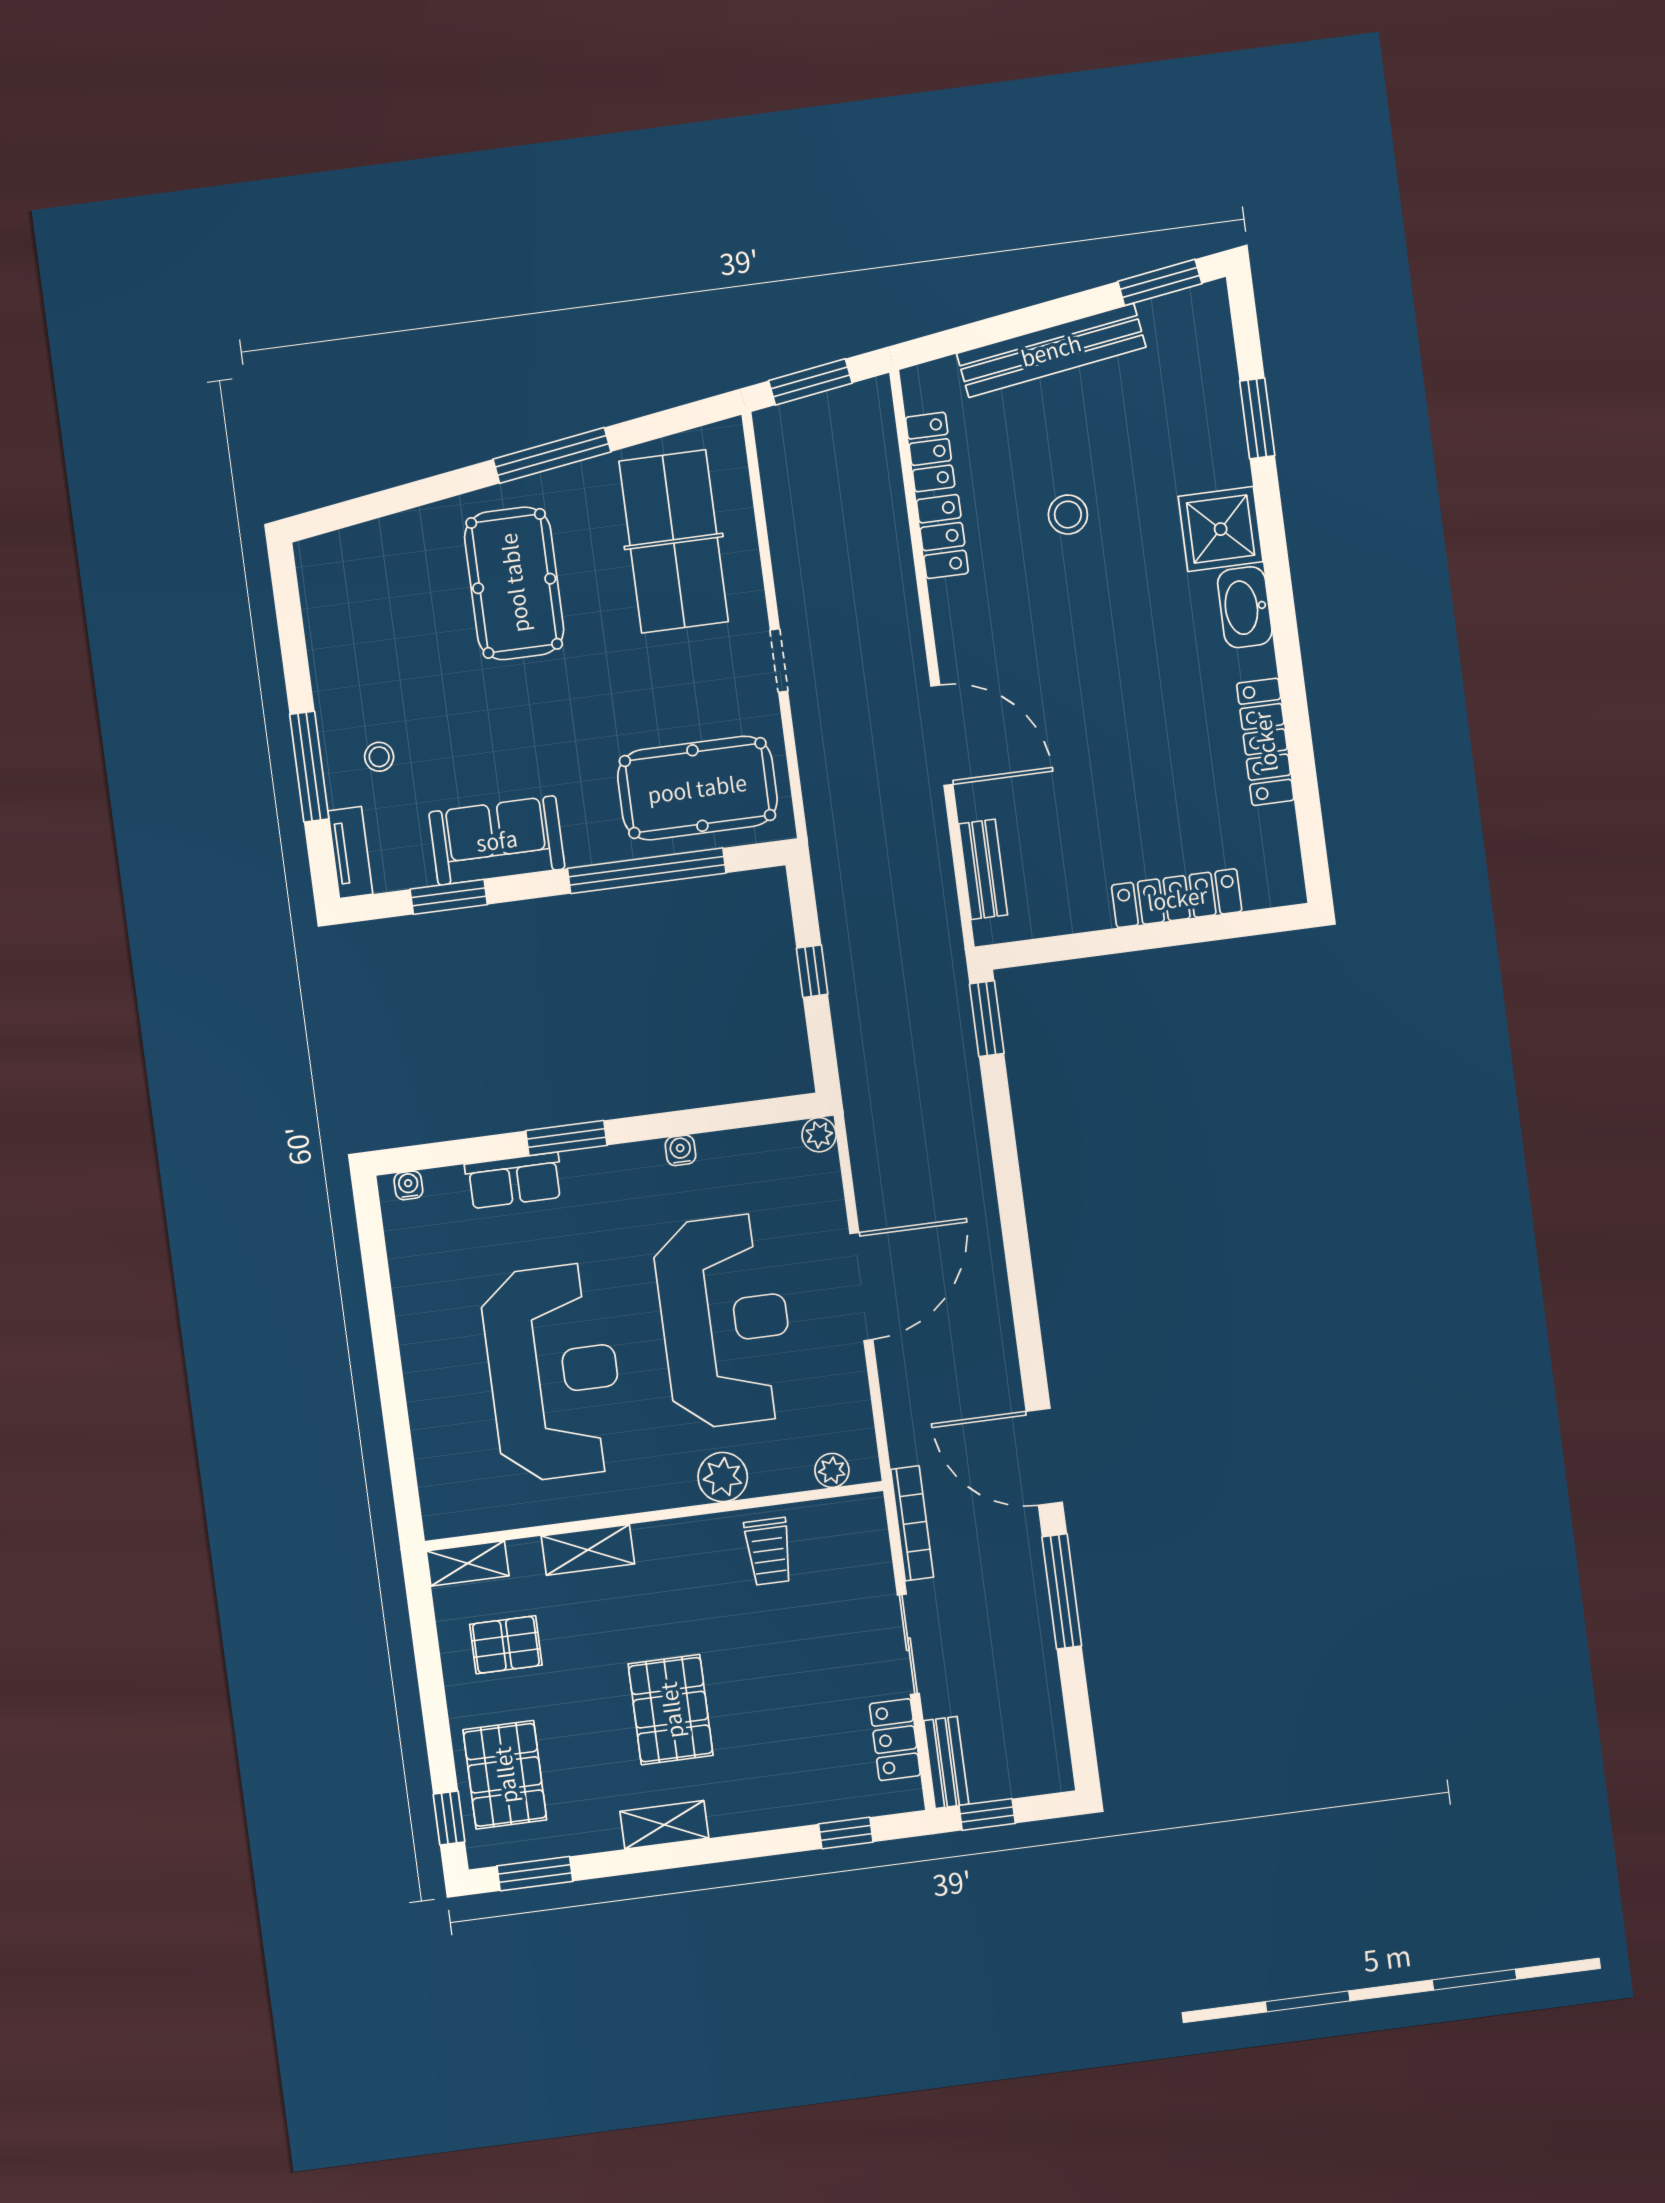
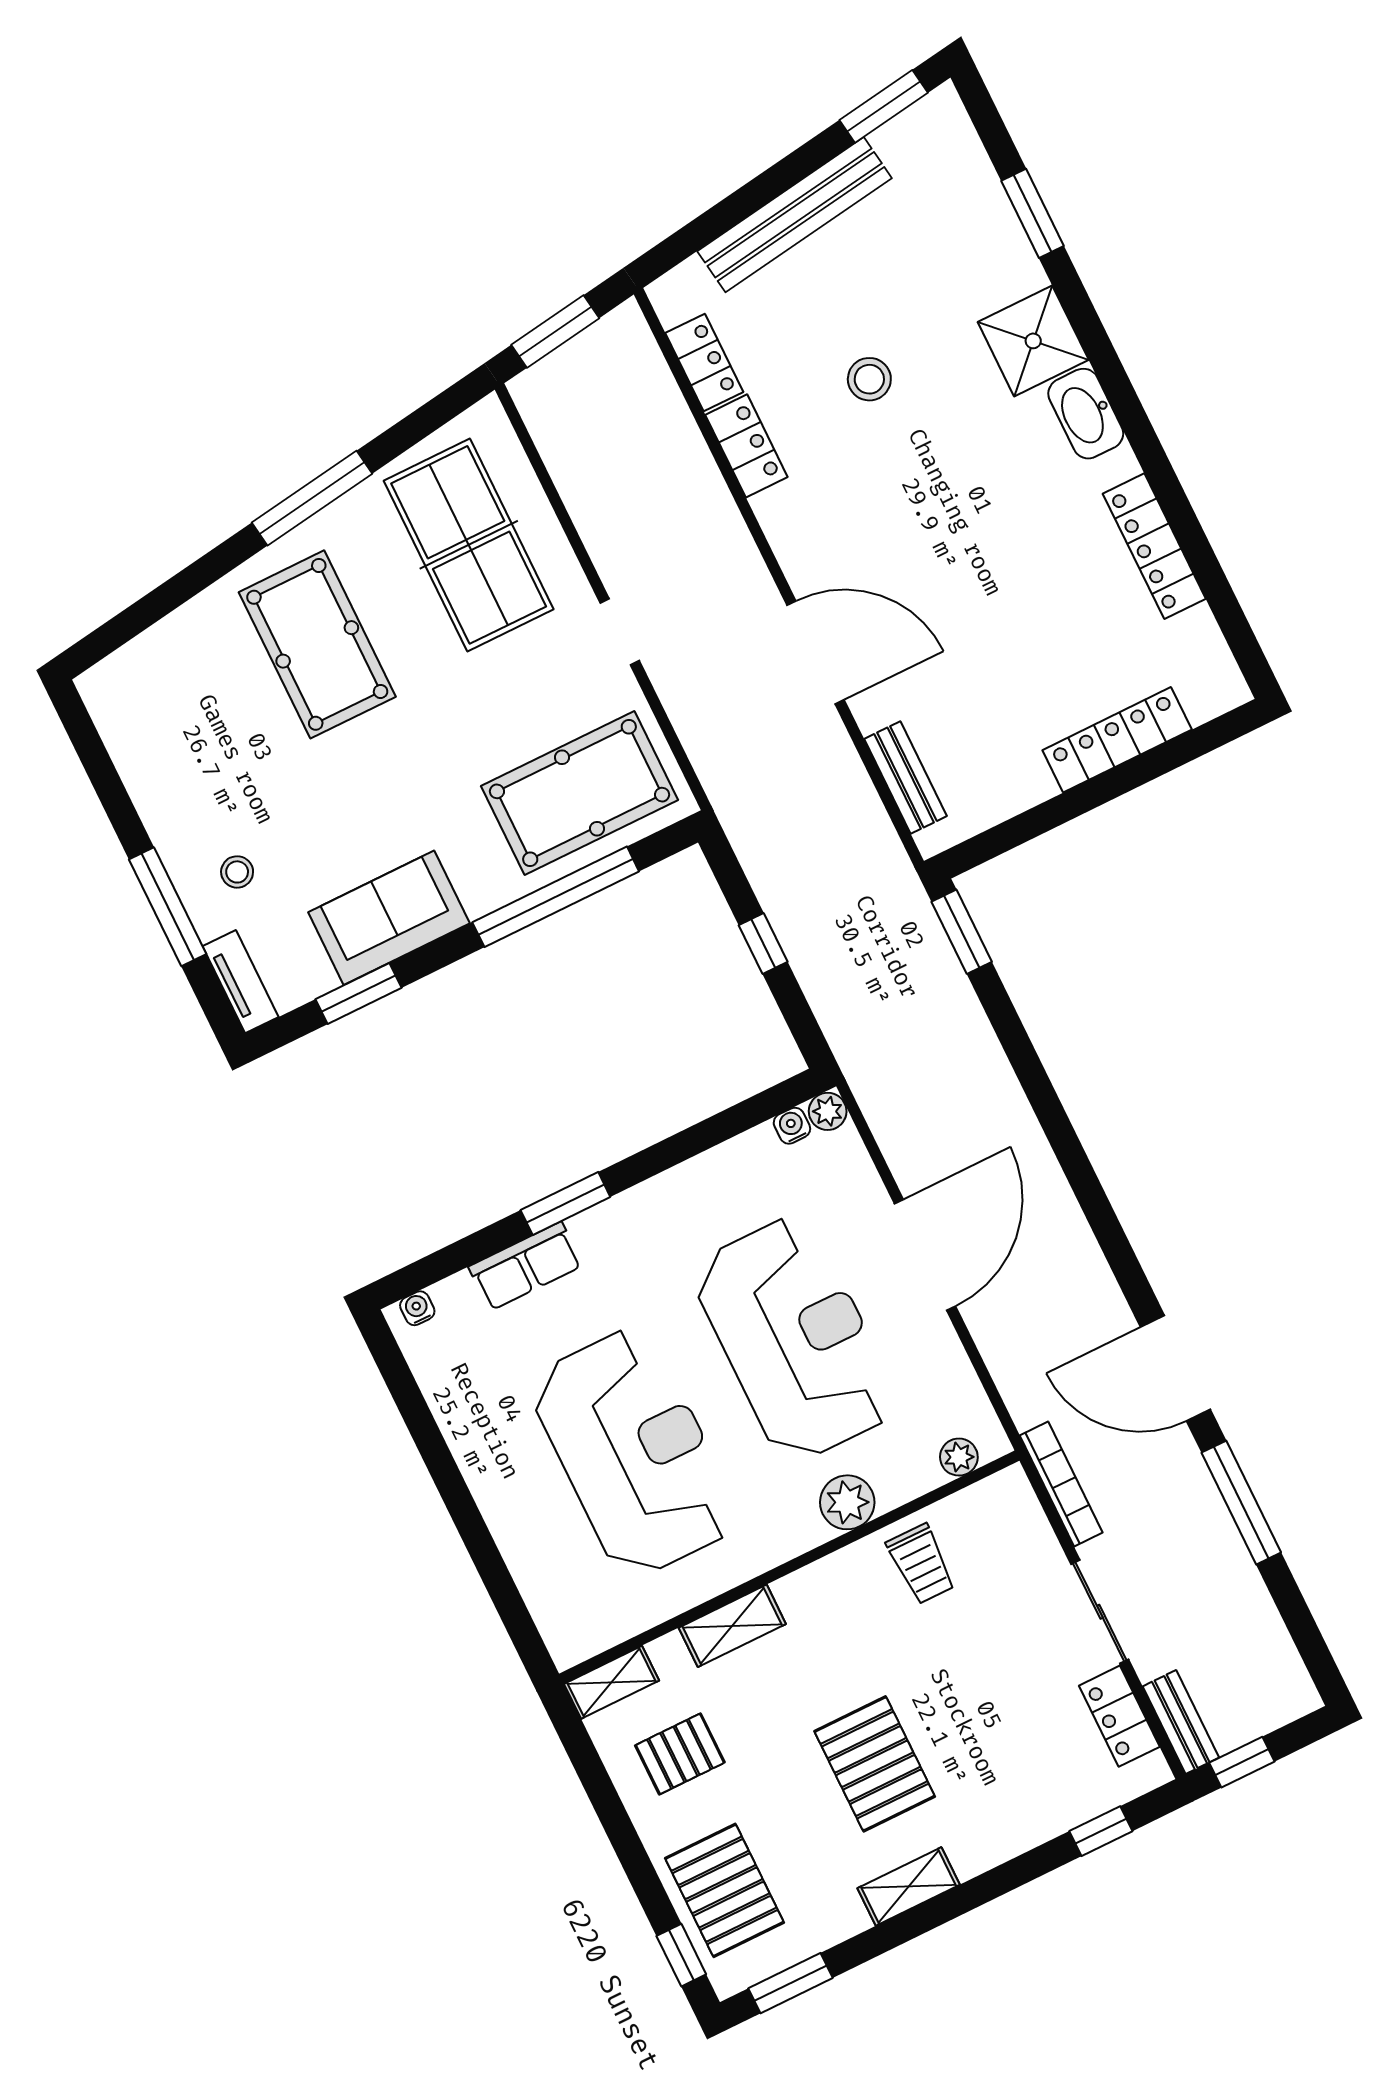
water cooler: (680, 1150) -> (792, 1126), moved

